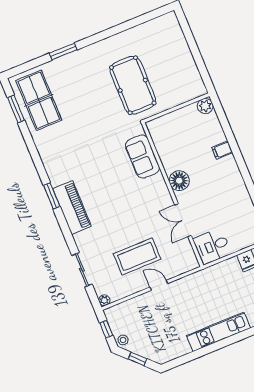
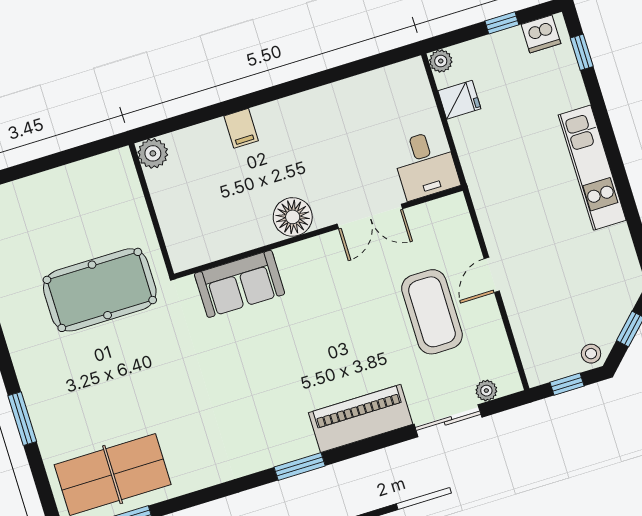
piano: (72, 208) -> (361, 418), moved
plant: (104, 300) -> (486, 391), moved

